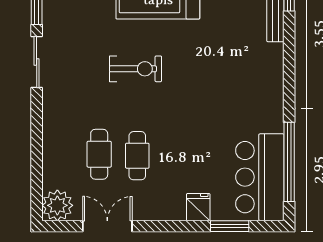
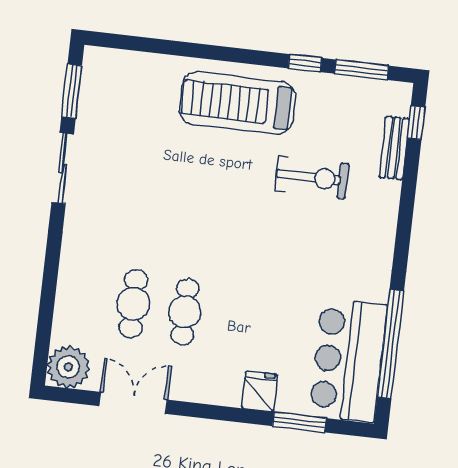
exercise bike: (135, 69) -> (312, 177), moved

